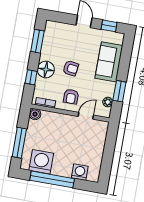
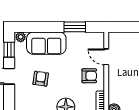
armchair: (71, 68) -> (41, 79), moved
plant: (108, 102) -> (21, 37), moved

